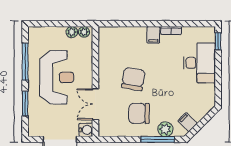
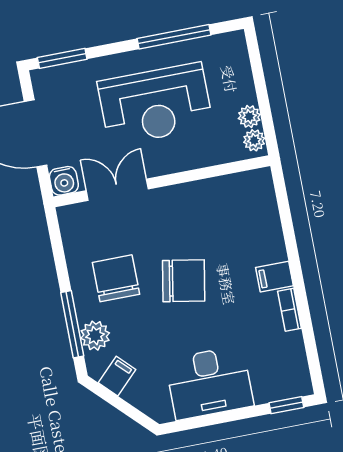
desk: (200, 63) -> (209, 383), moved
chair: (133, 79) -> (184, 281), moved
window: (25, 104) -> (62, 58), moved

